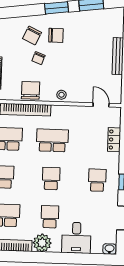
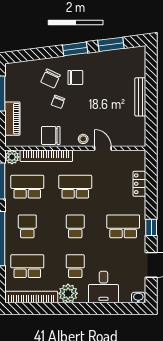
chair: (30, 90) -> (51, 135), turned -90
door: (101, 105) -> (103, 148), moved
school desk: (97, 180) -> (123, 226), width x1.85

